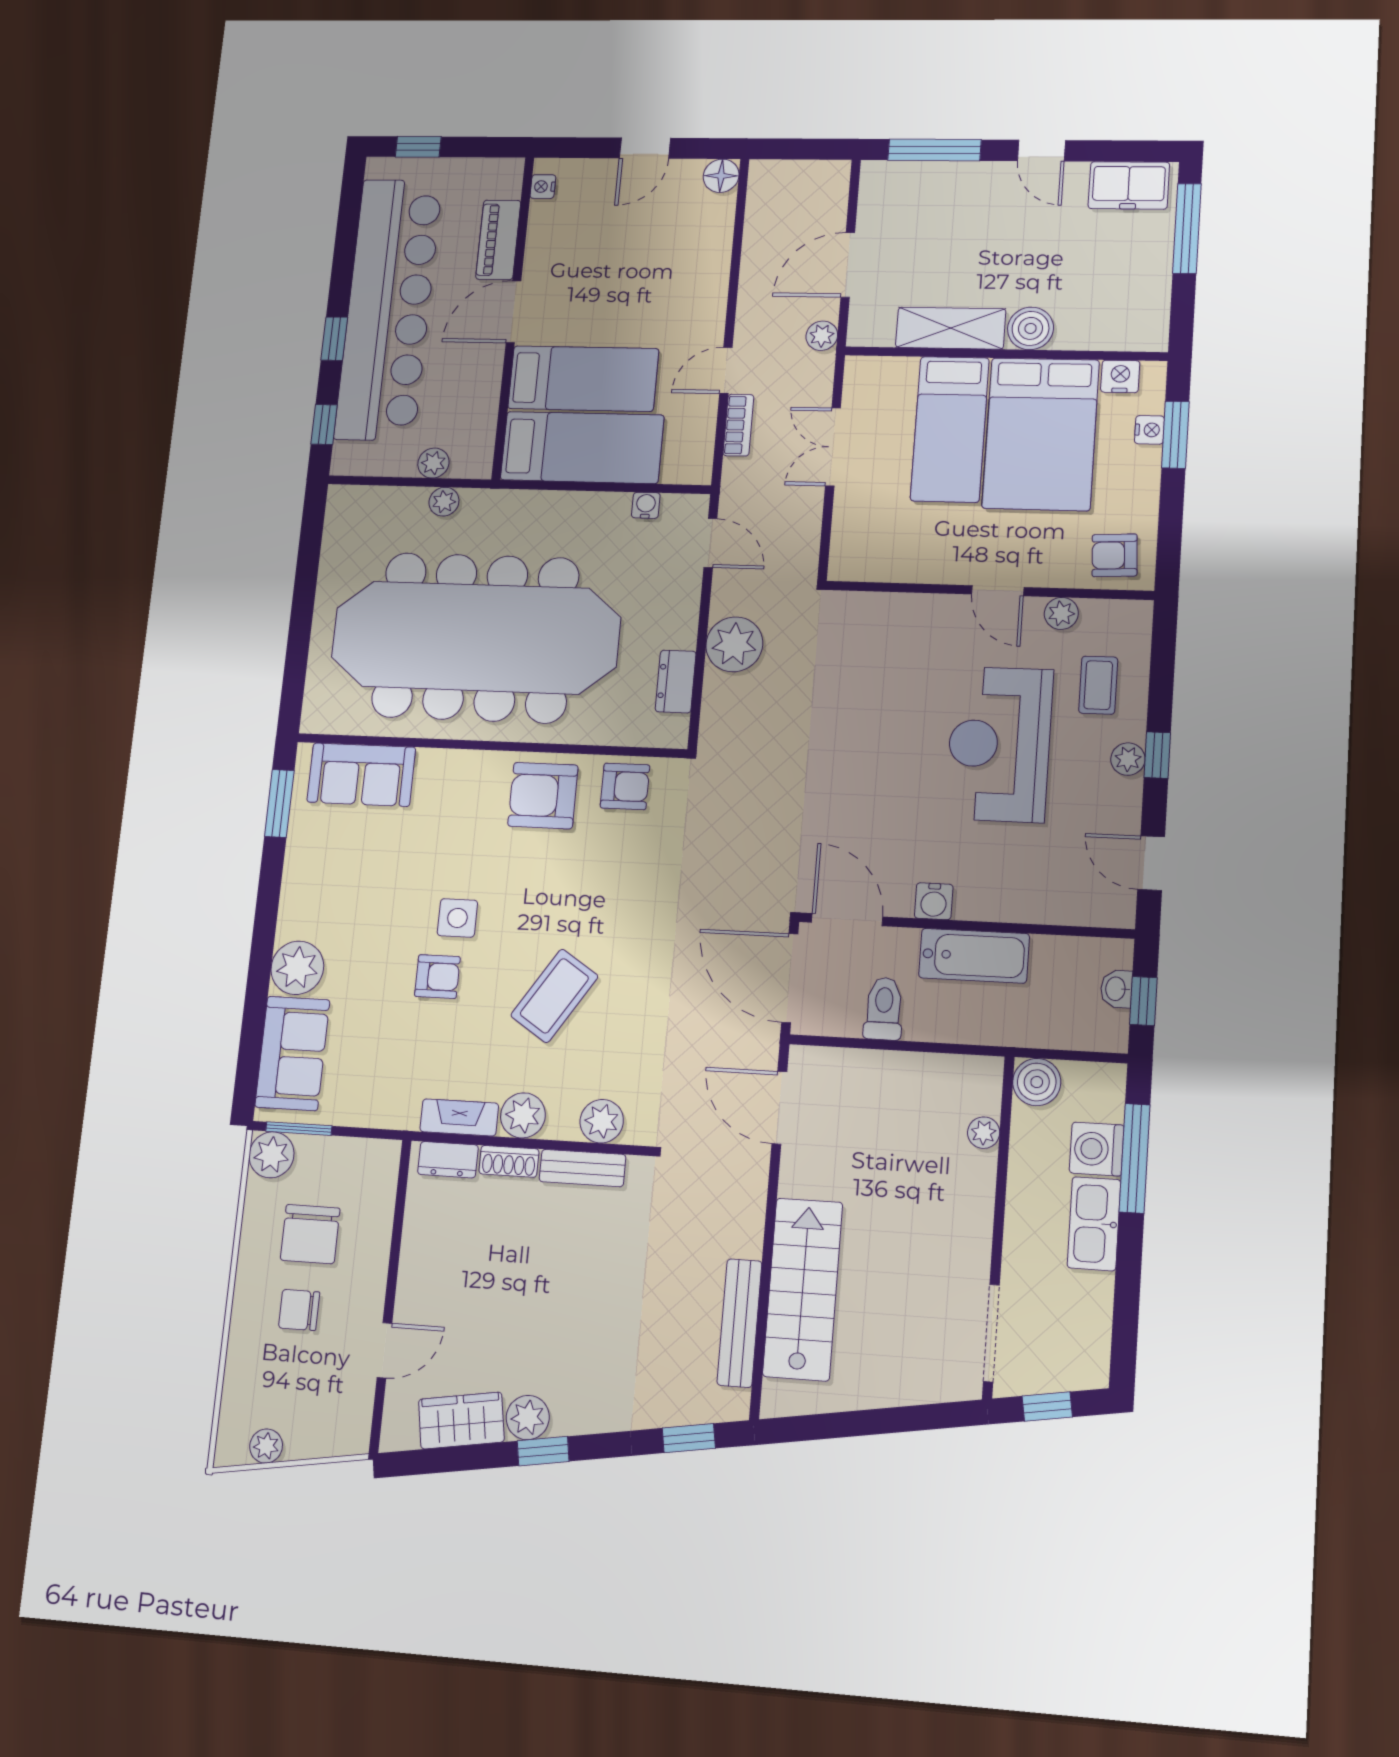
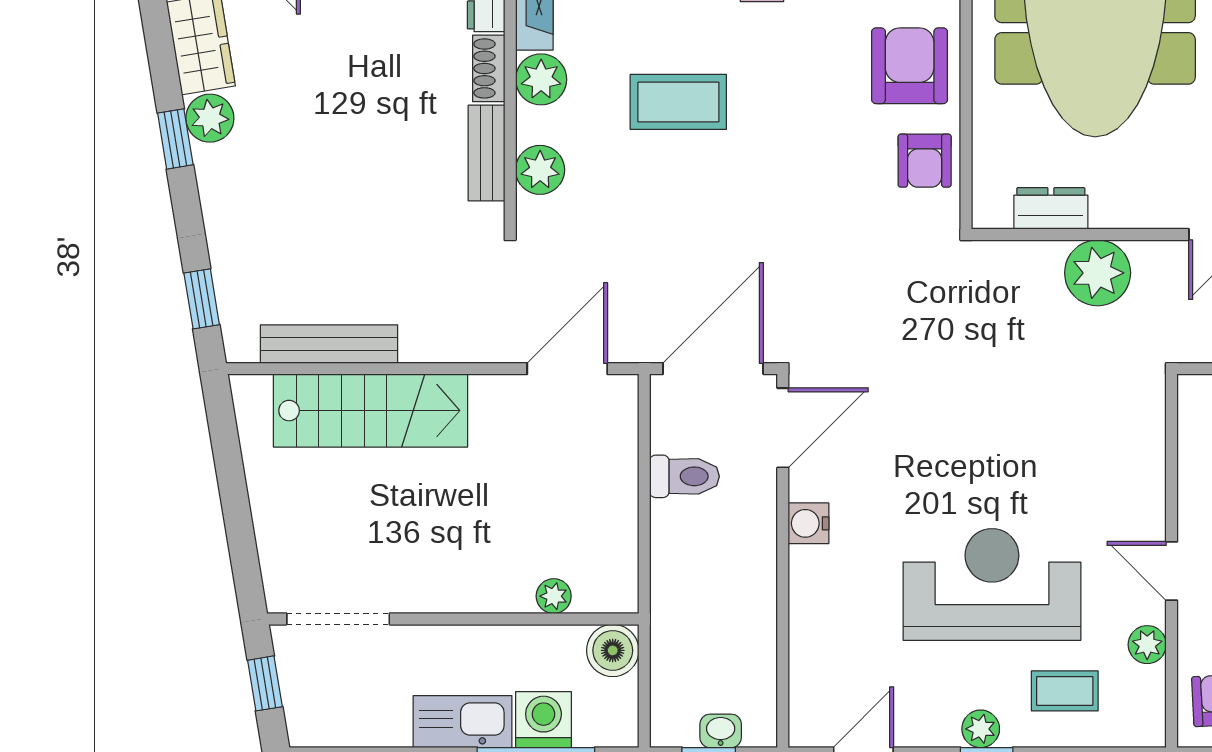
door: (998, 591) -> (1172, 571), hinge flipped
bathtub: (974, 956) -> (749, 572), removed
coffee table: (554, 996) -> (678, 102), turned -33

